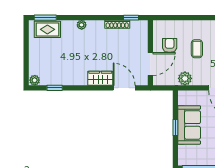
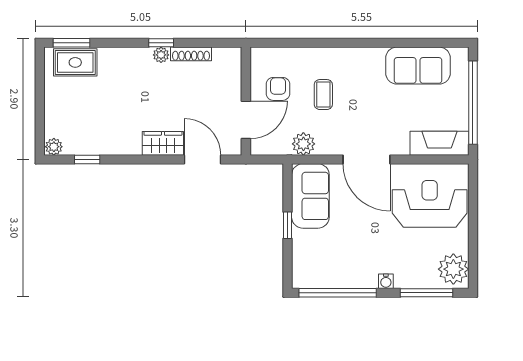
window: (131, 18) -> (161, 43), moved
plant: (82, 25) -> (161, 55), moved
sofa: (189, 125) -> (310, 196), moved

